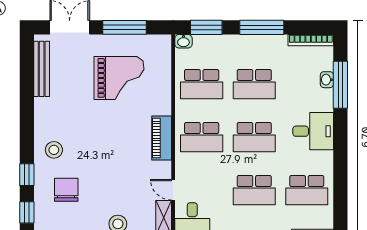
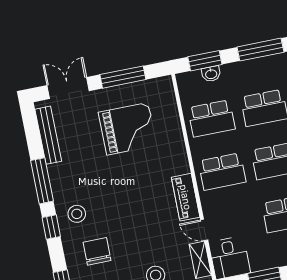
washbasin: (183, 41) -> (211, 74), moved
window: (27, 111) -> (42, 181), added
piano: (162, 138) -> (186, 197), moved
window: (27, 175) -> (51, 227), moved

